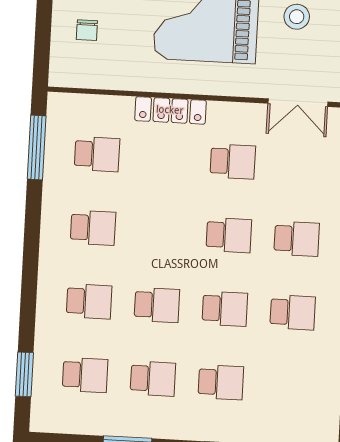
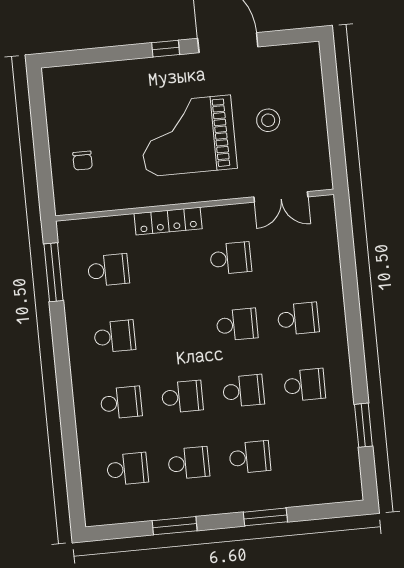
window: (24, 374) -> (73, 477), removed

